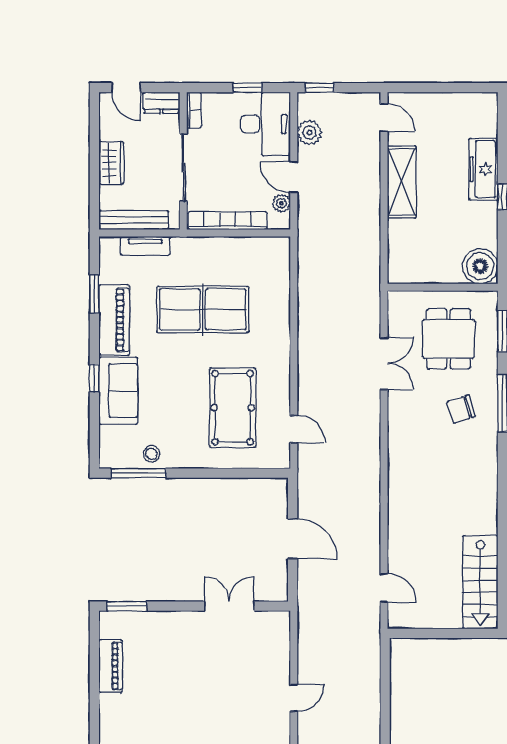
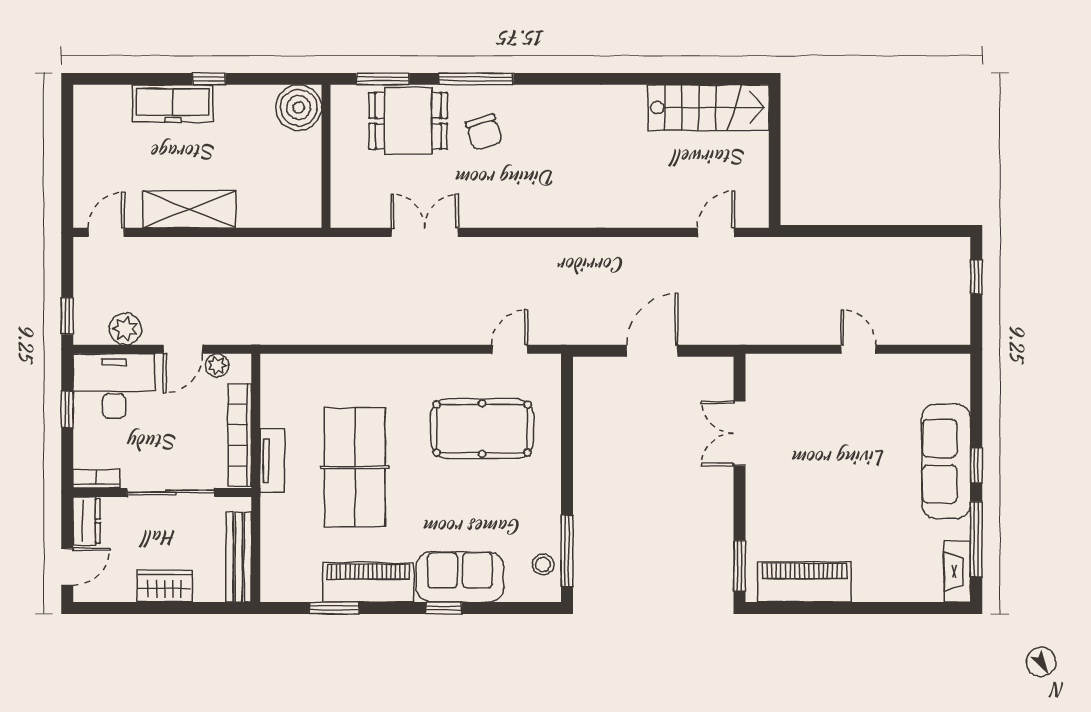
tv unit: (145, 246) -> (272, 461), moved
dining table: (449, 339) -> (408, 121), moved
stool: (152, 454) -> (543, 565), moved
piano: (111, 666) -> (805, 582), width x1.37, depth x1.33

